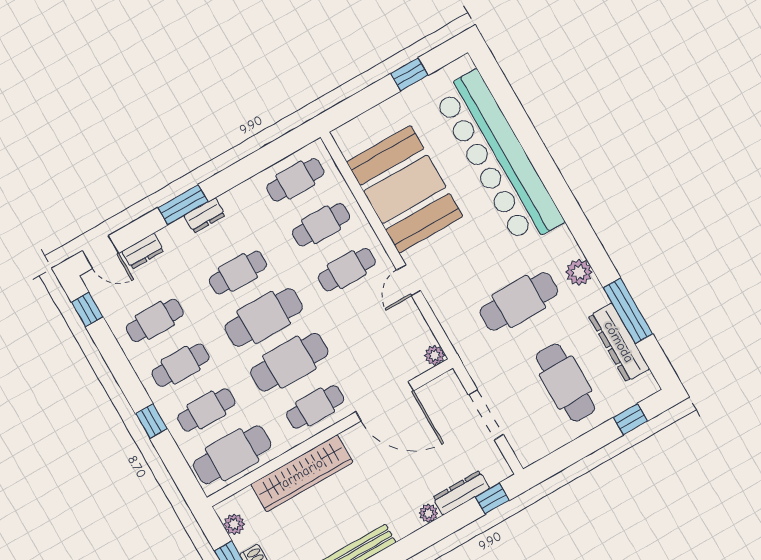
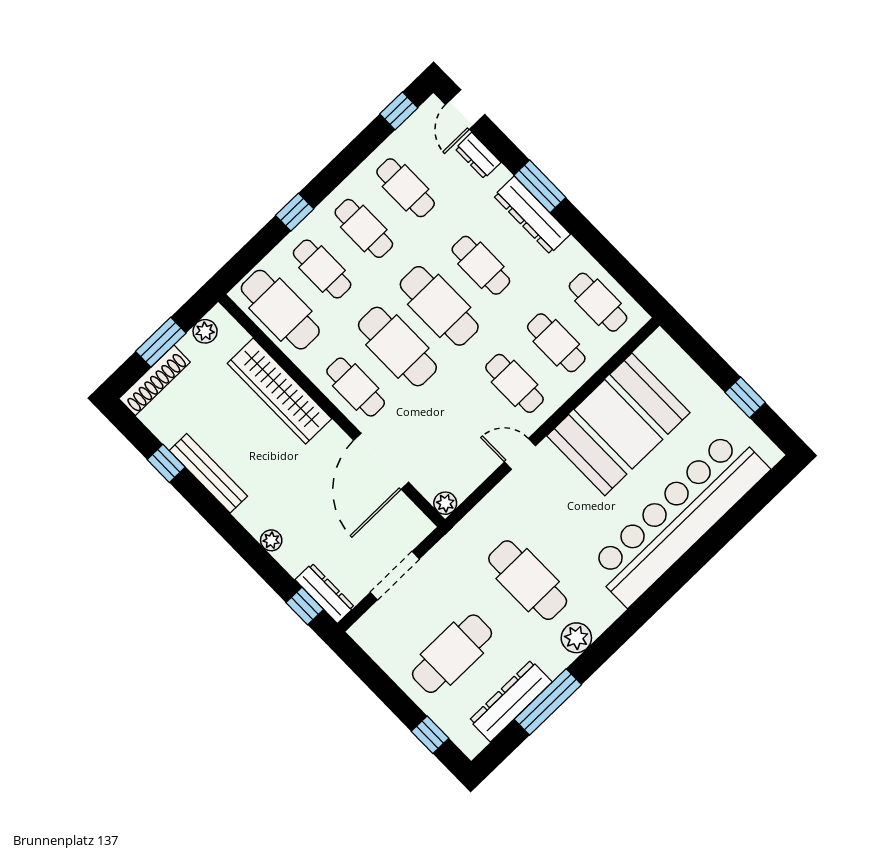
dresser: (205, 215) -> (532, 215), width x1.96, depth x1.24
dresser: (461, 493) -> (325, 593), moved

